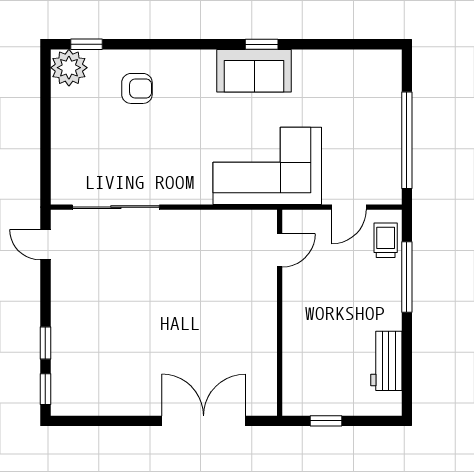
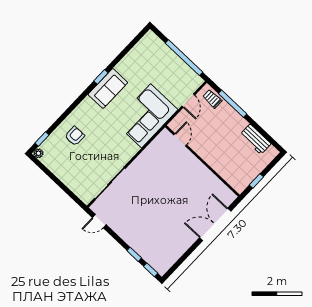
plant: (69, 68) -> (38, 153), width x0.53, depth x0.53

